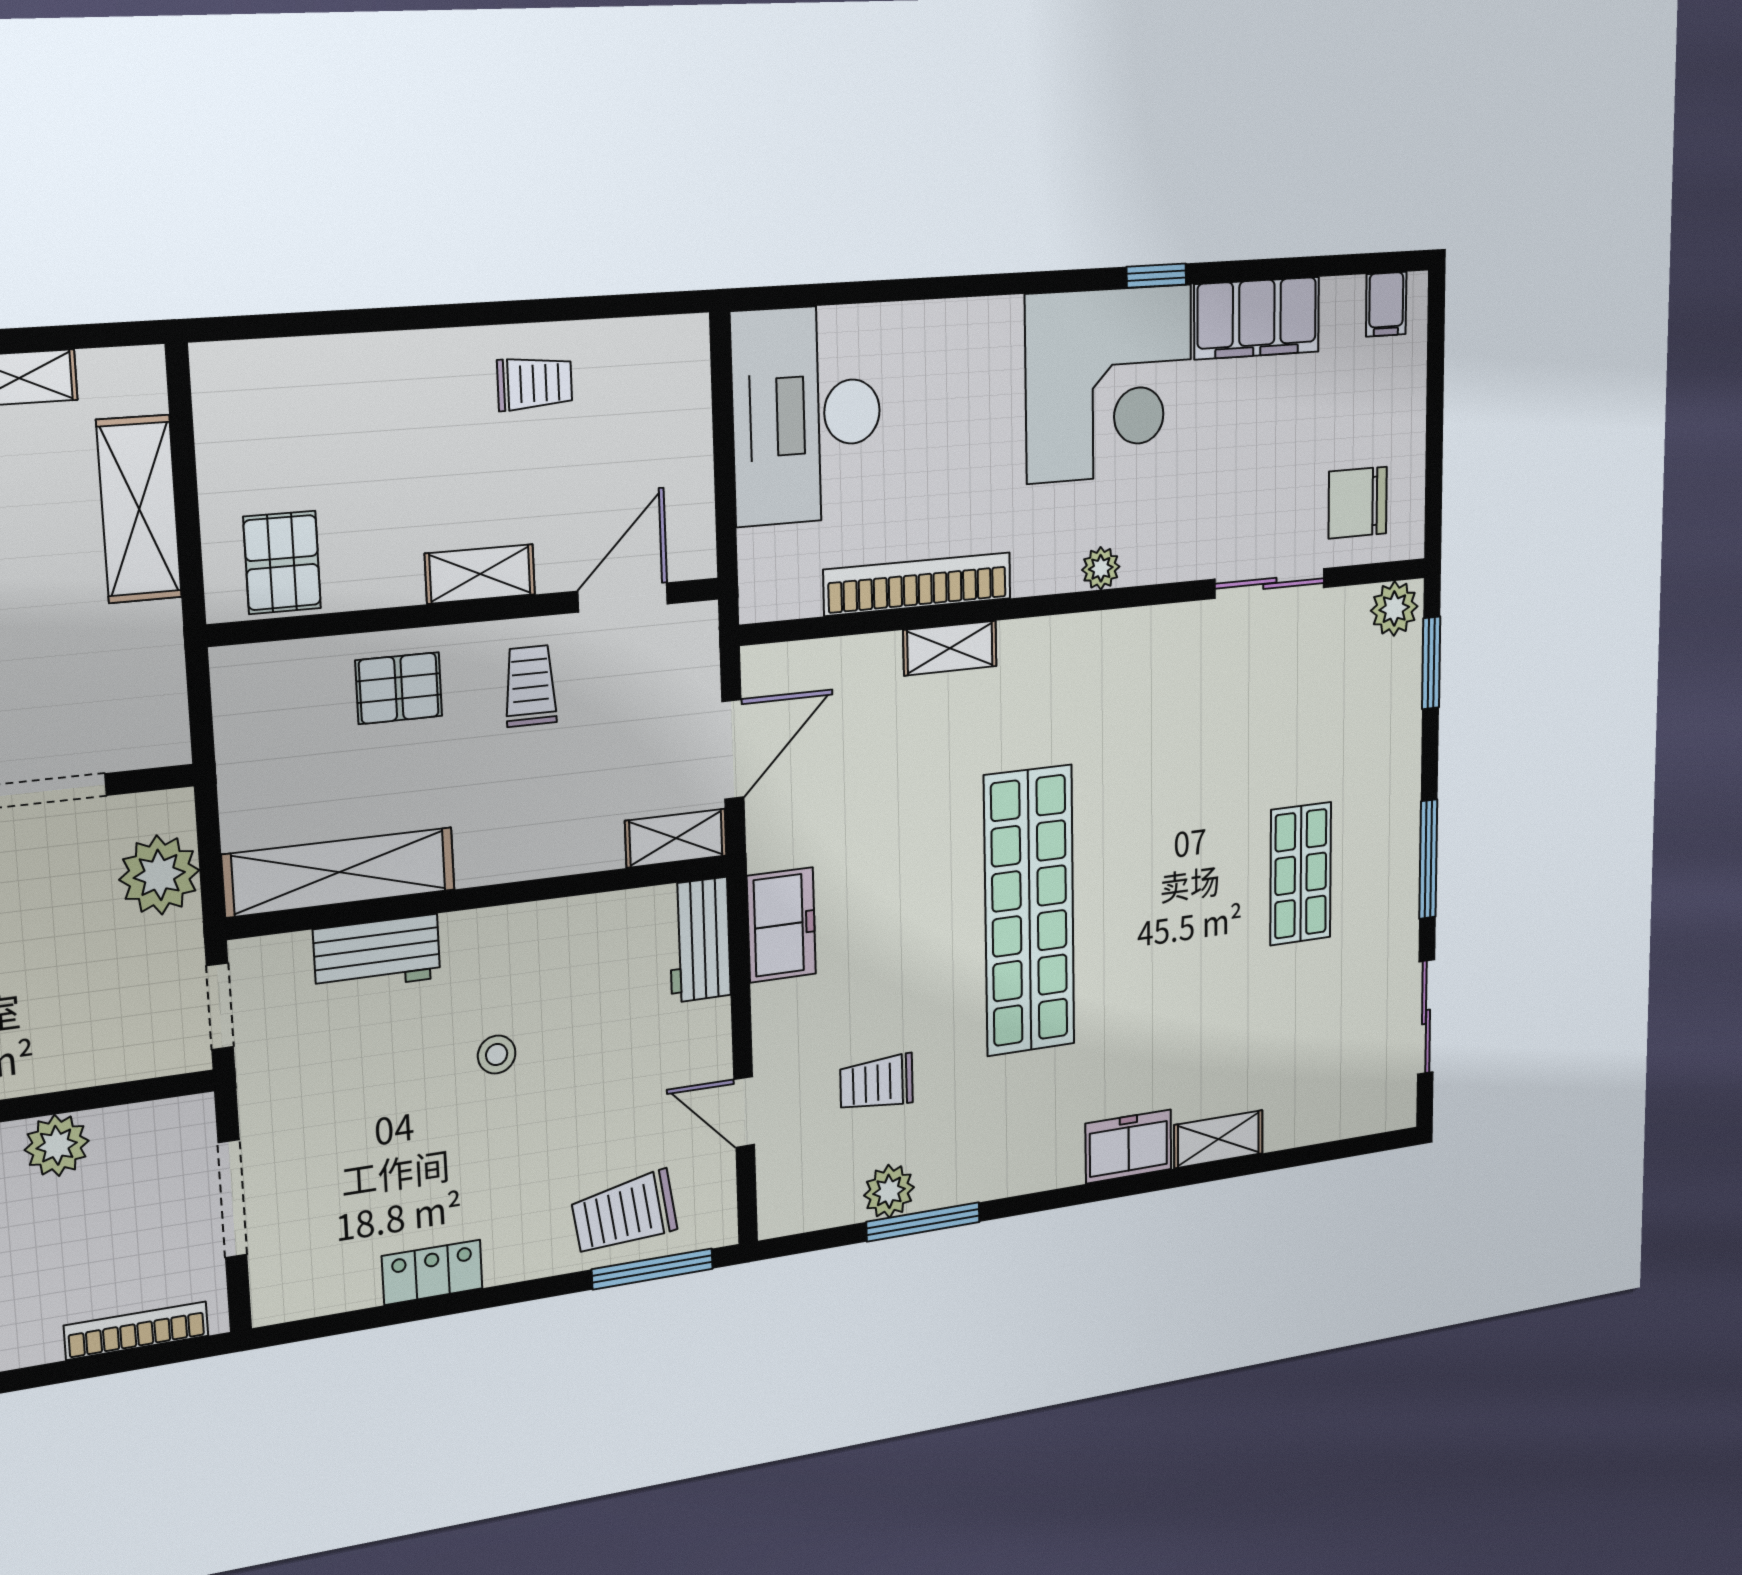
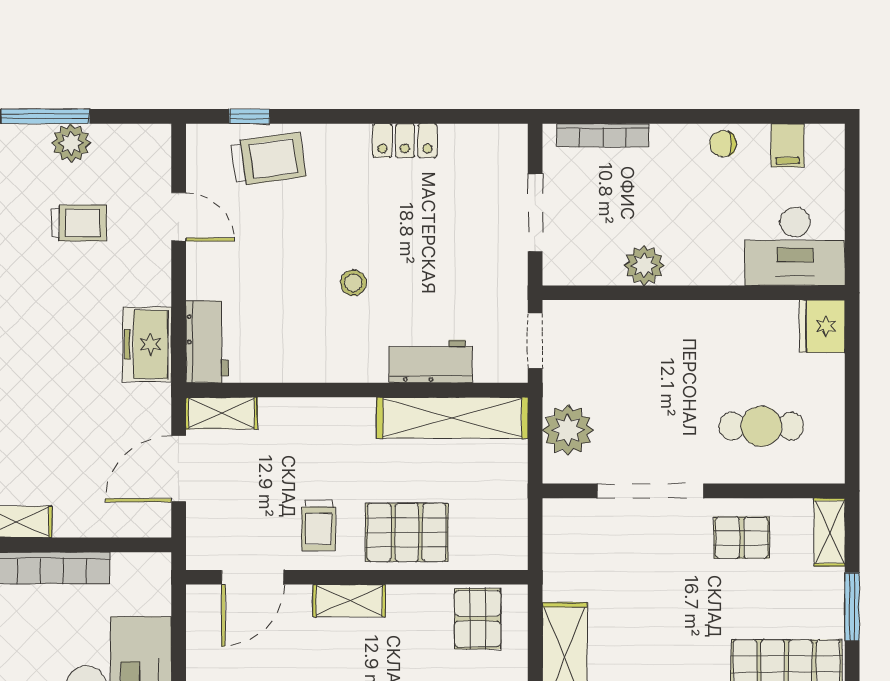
pallet: (399, 688) -> (407, 532), width x1.50, depth x1.42
window: (653, 1269) -> (250, 116), width x0.46

